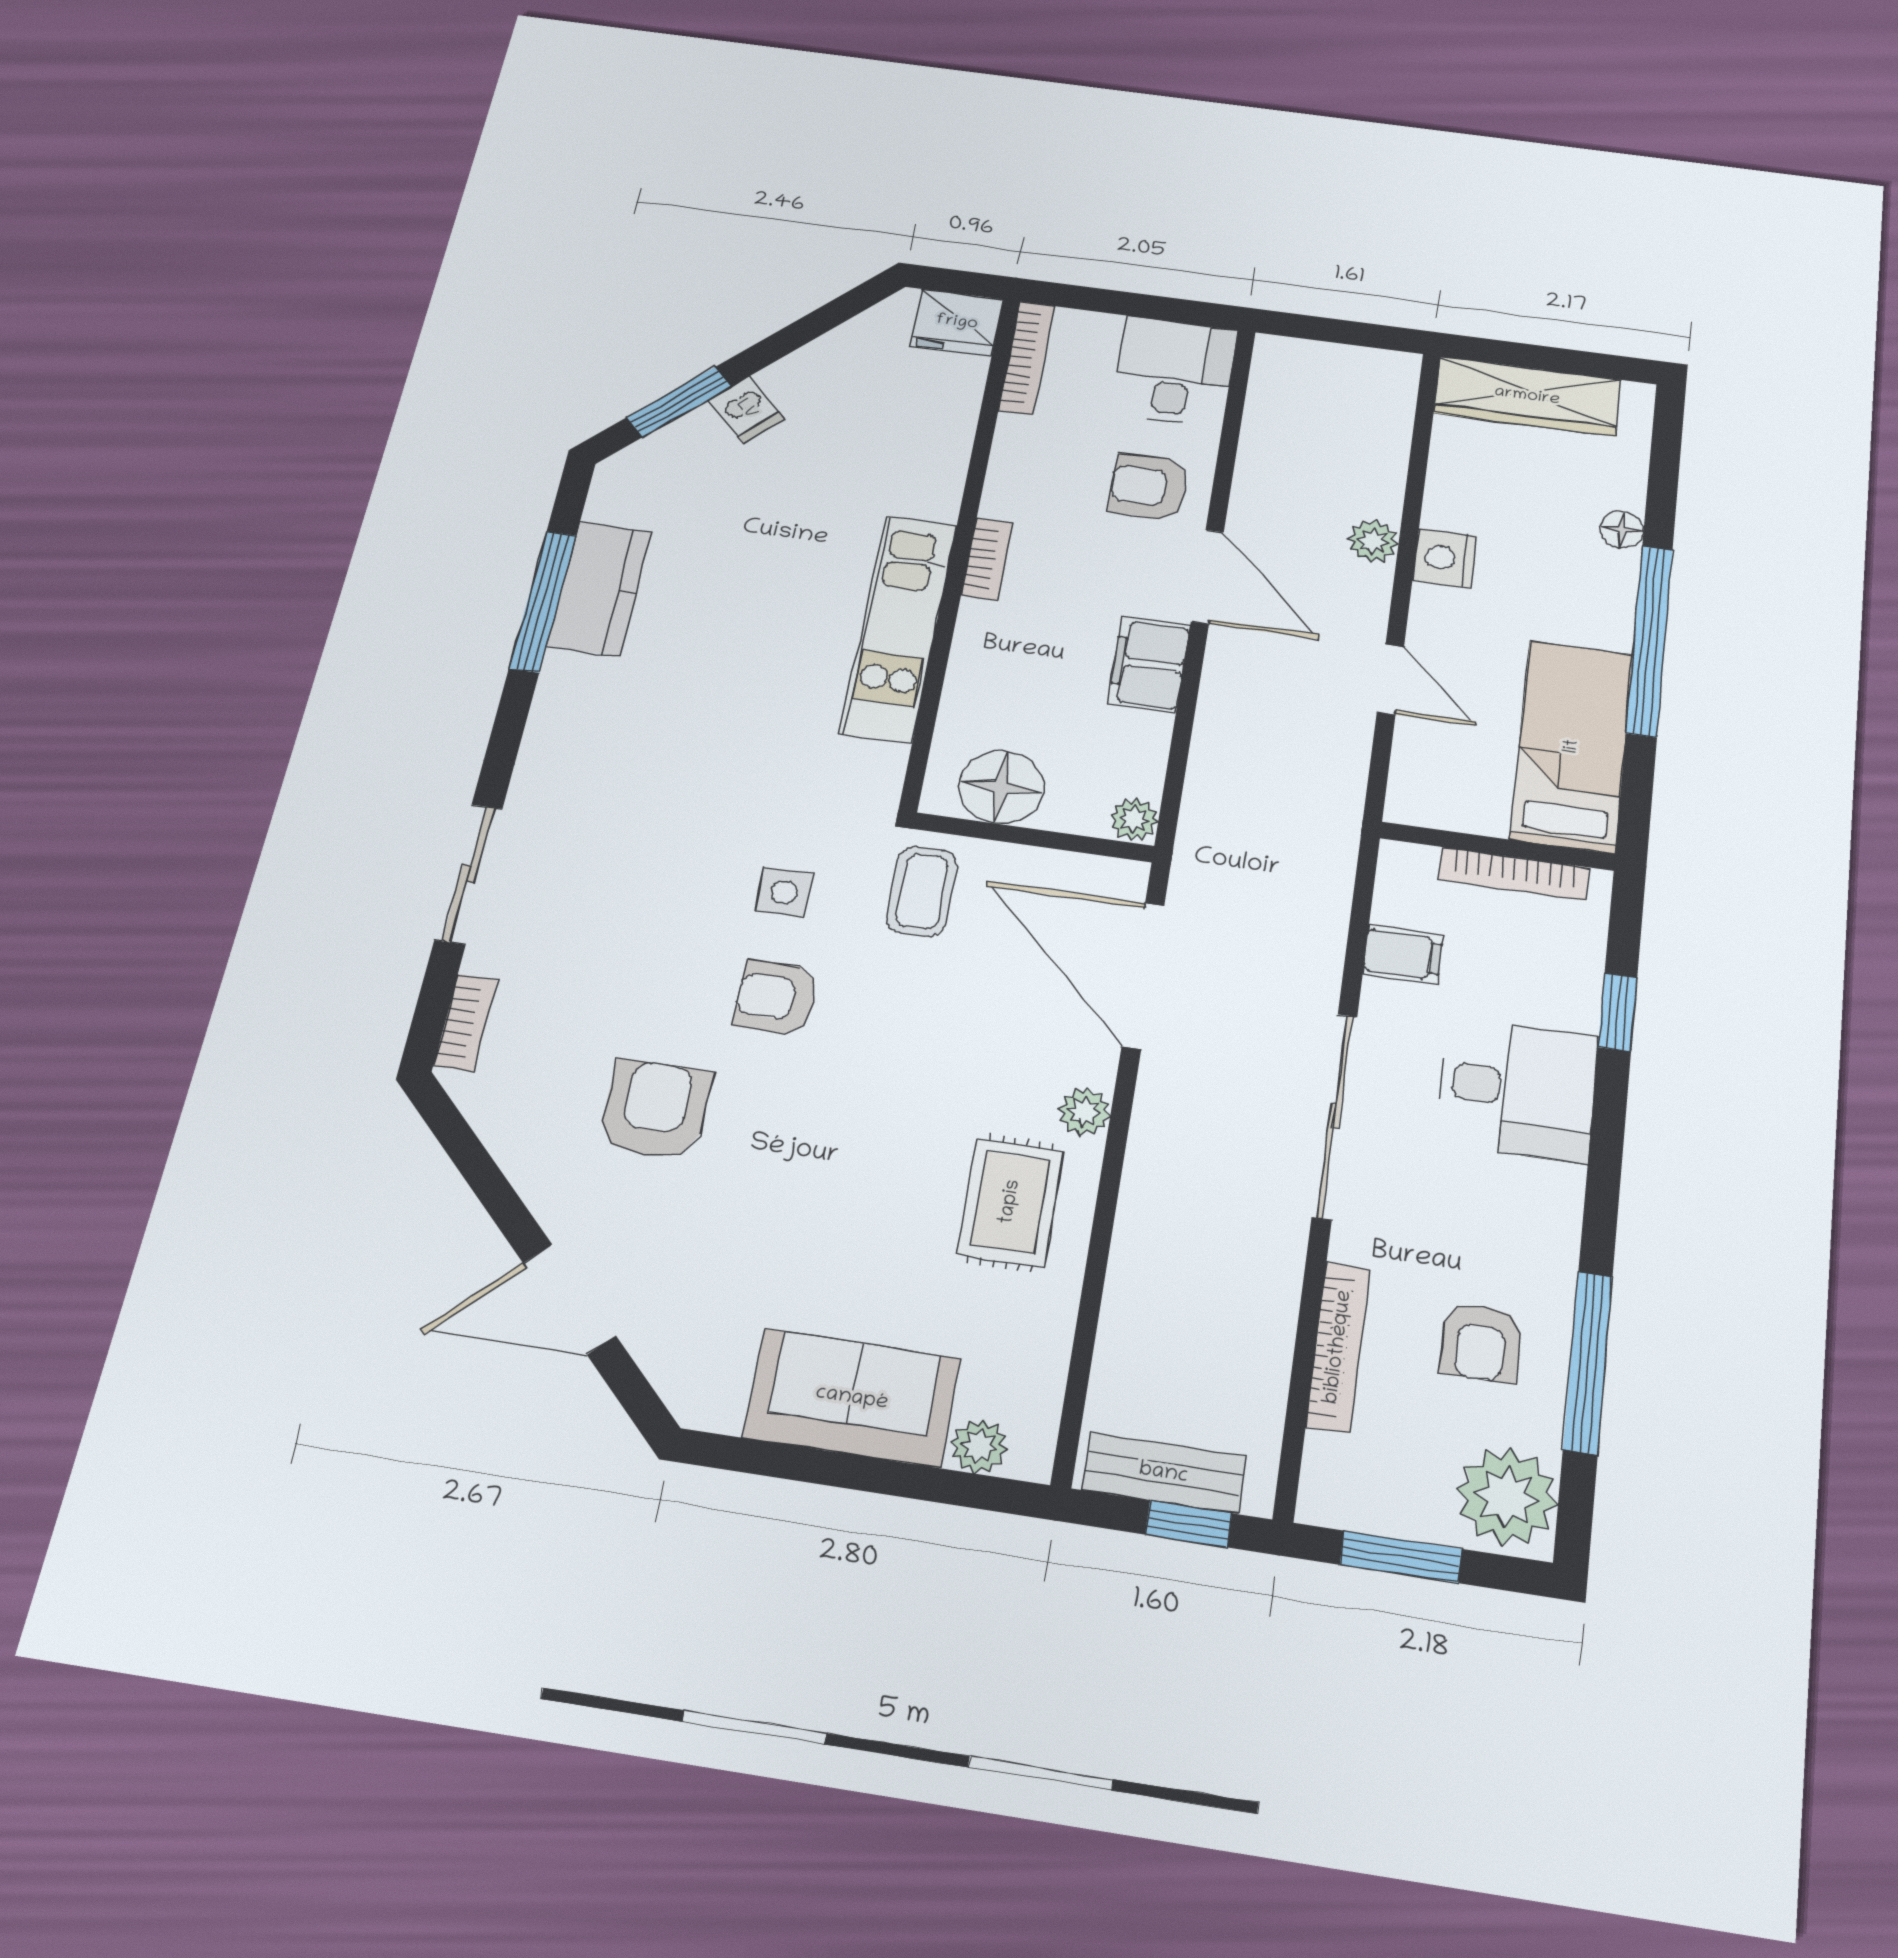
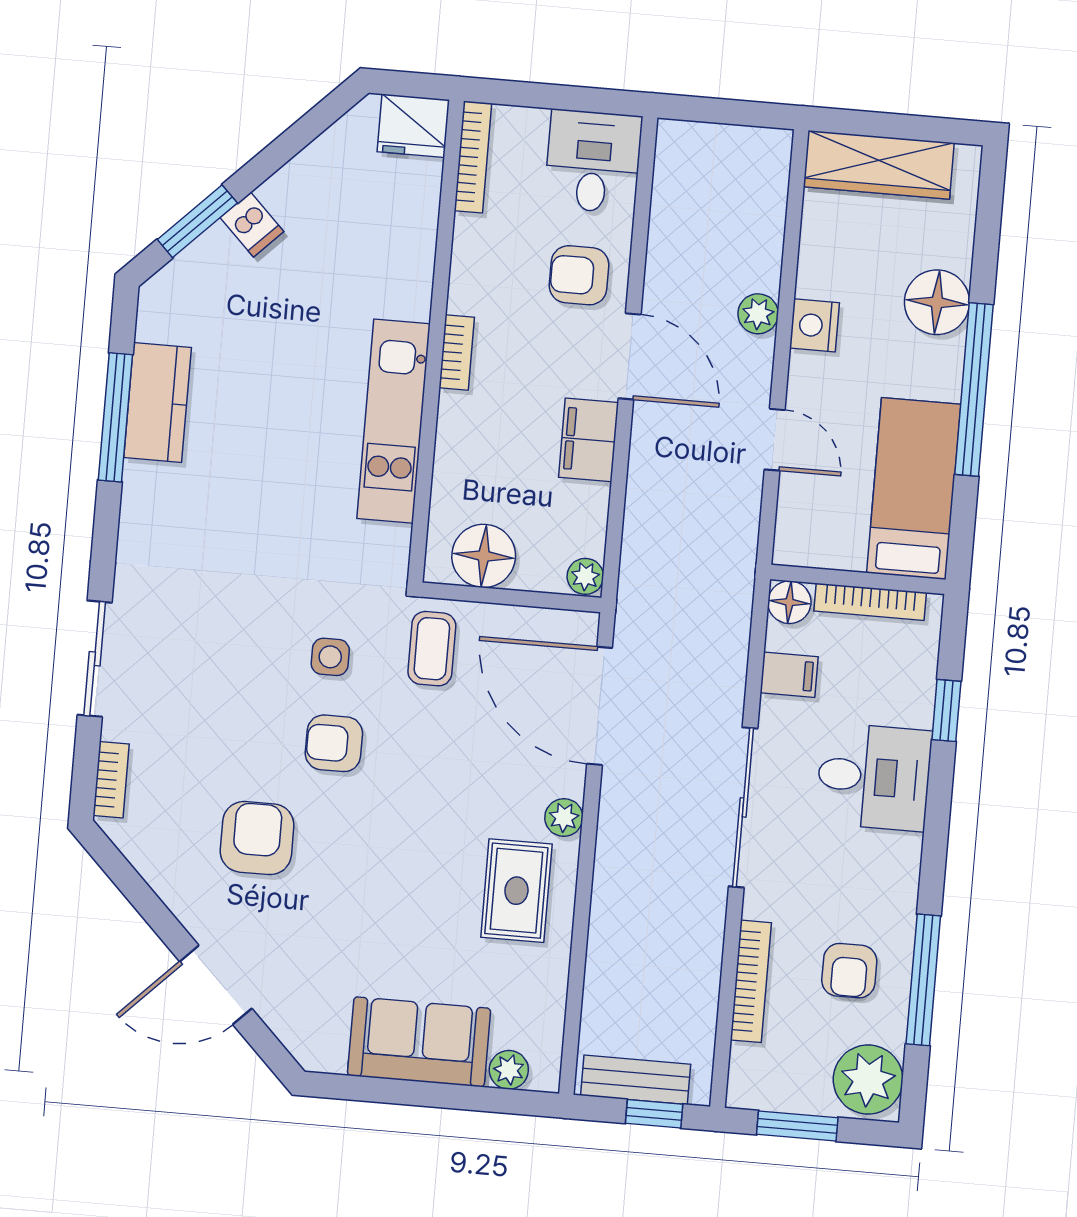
floor lamp: (1622, 530) -> (937, 302), width x1.89, depth x1.89
floor lamp: (1405, 867) -> (789, 602), added

